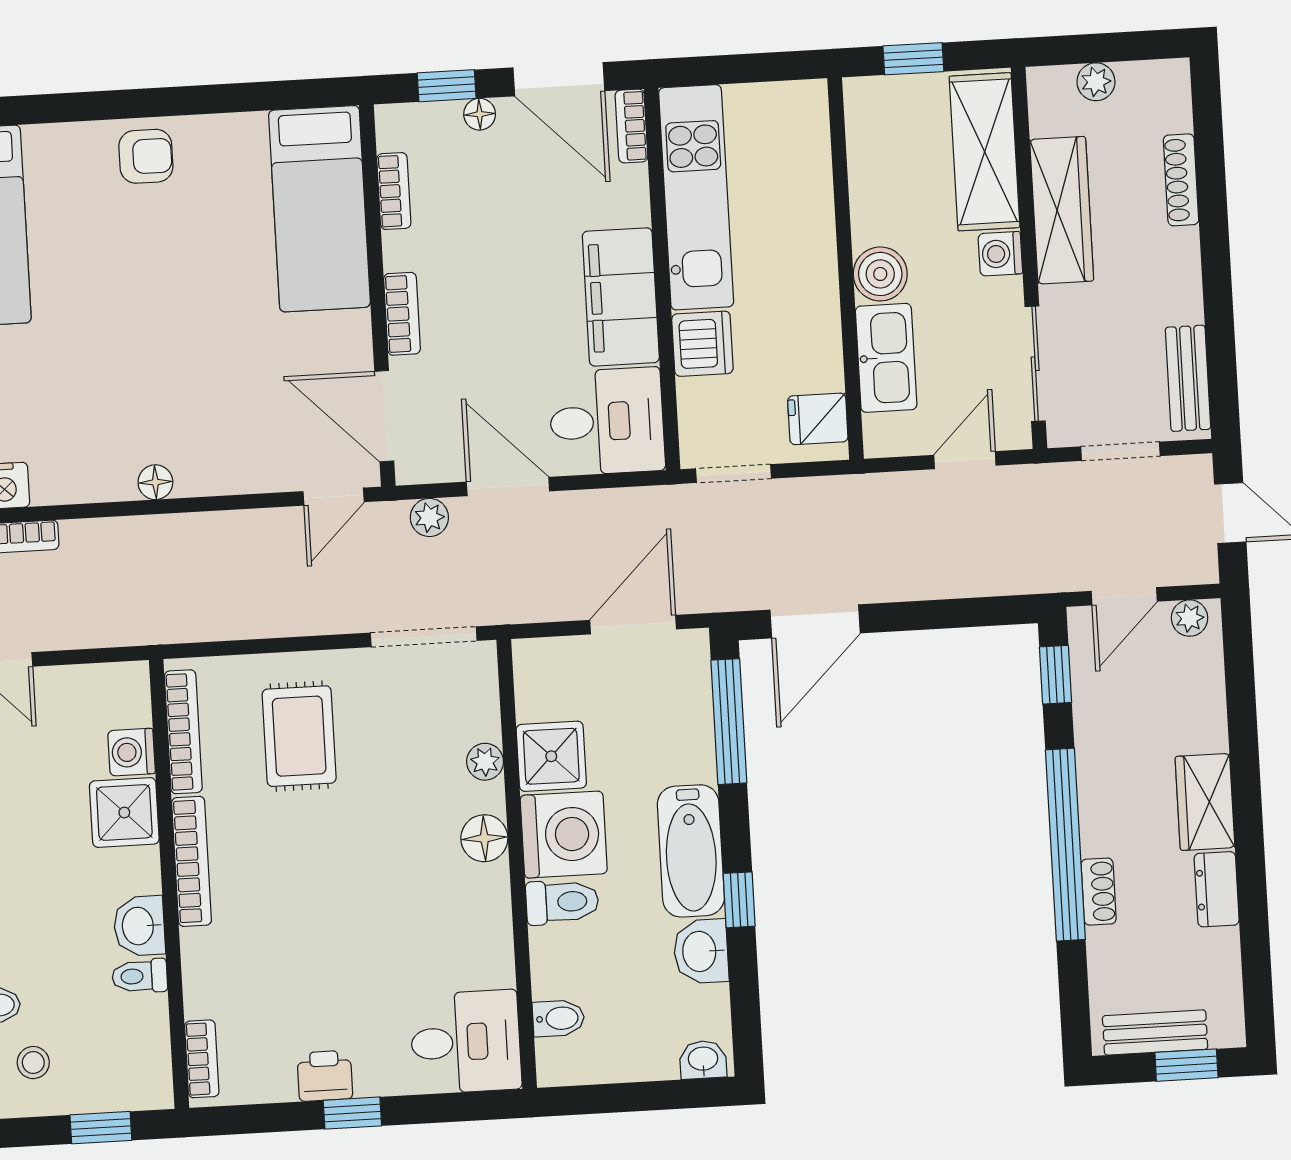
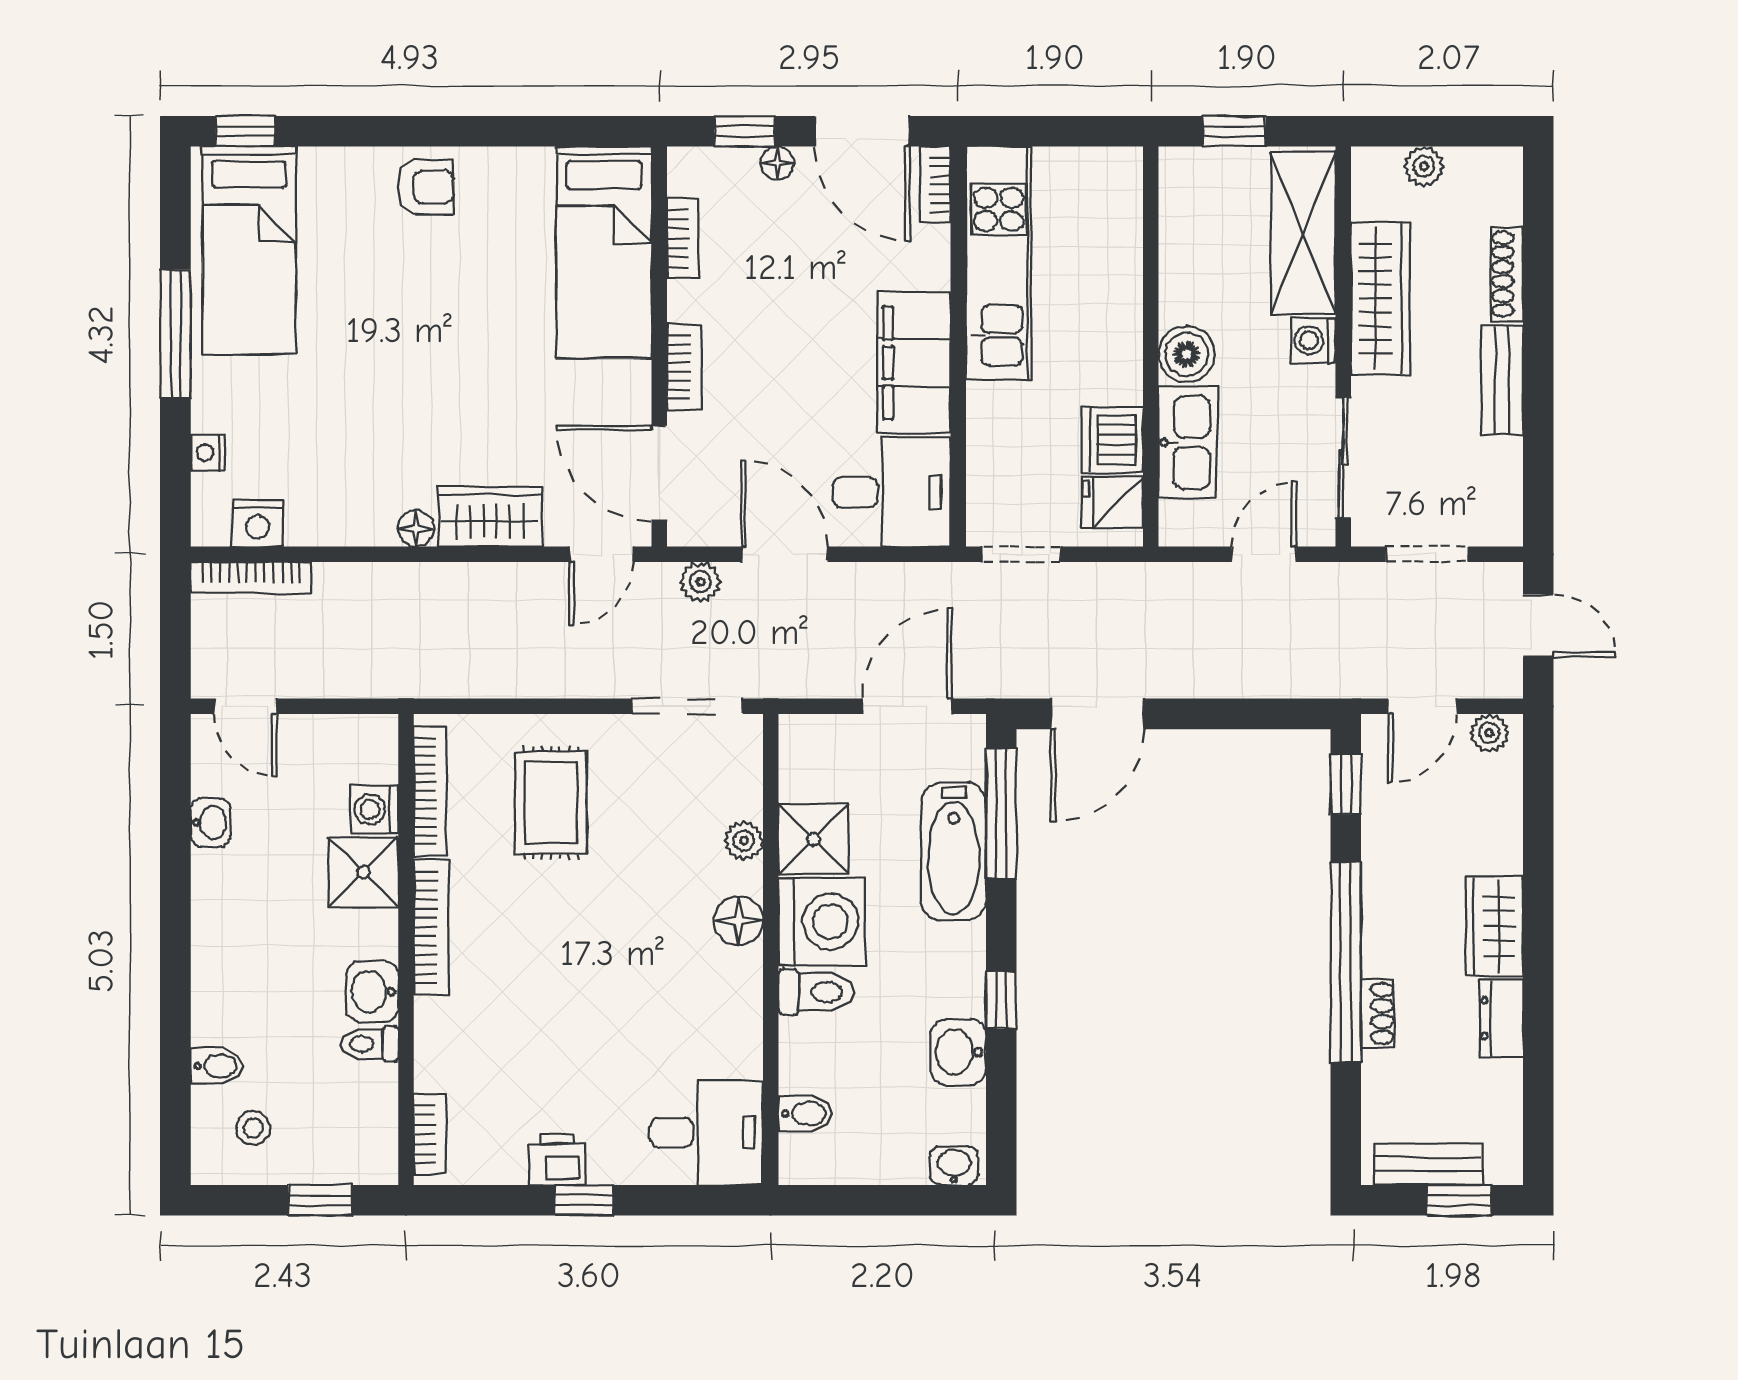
dishwasher: (702, 344) -> (1112, 440), moved, turned 180
bench: (1188, 378) -> (1502, 380), moved
wardrobe: (225, 467) -> (490, 517), added
bathtub: (691, 851) -> (954, 851), moved

